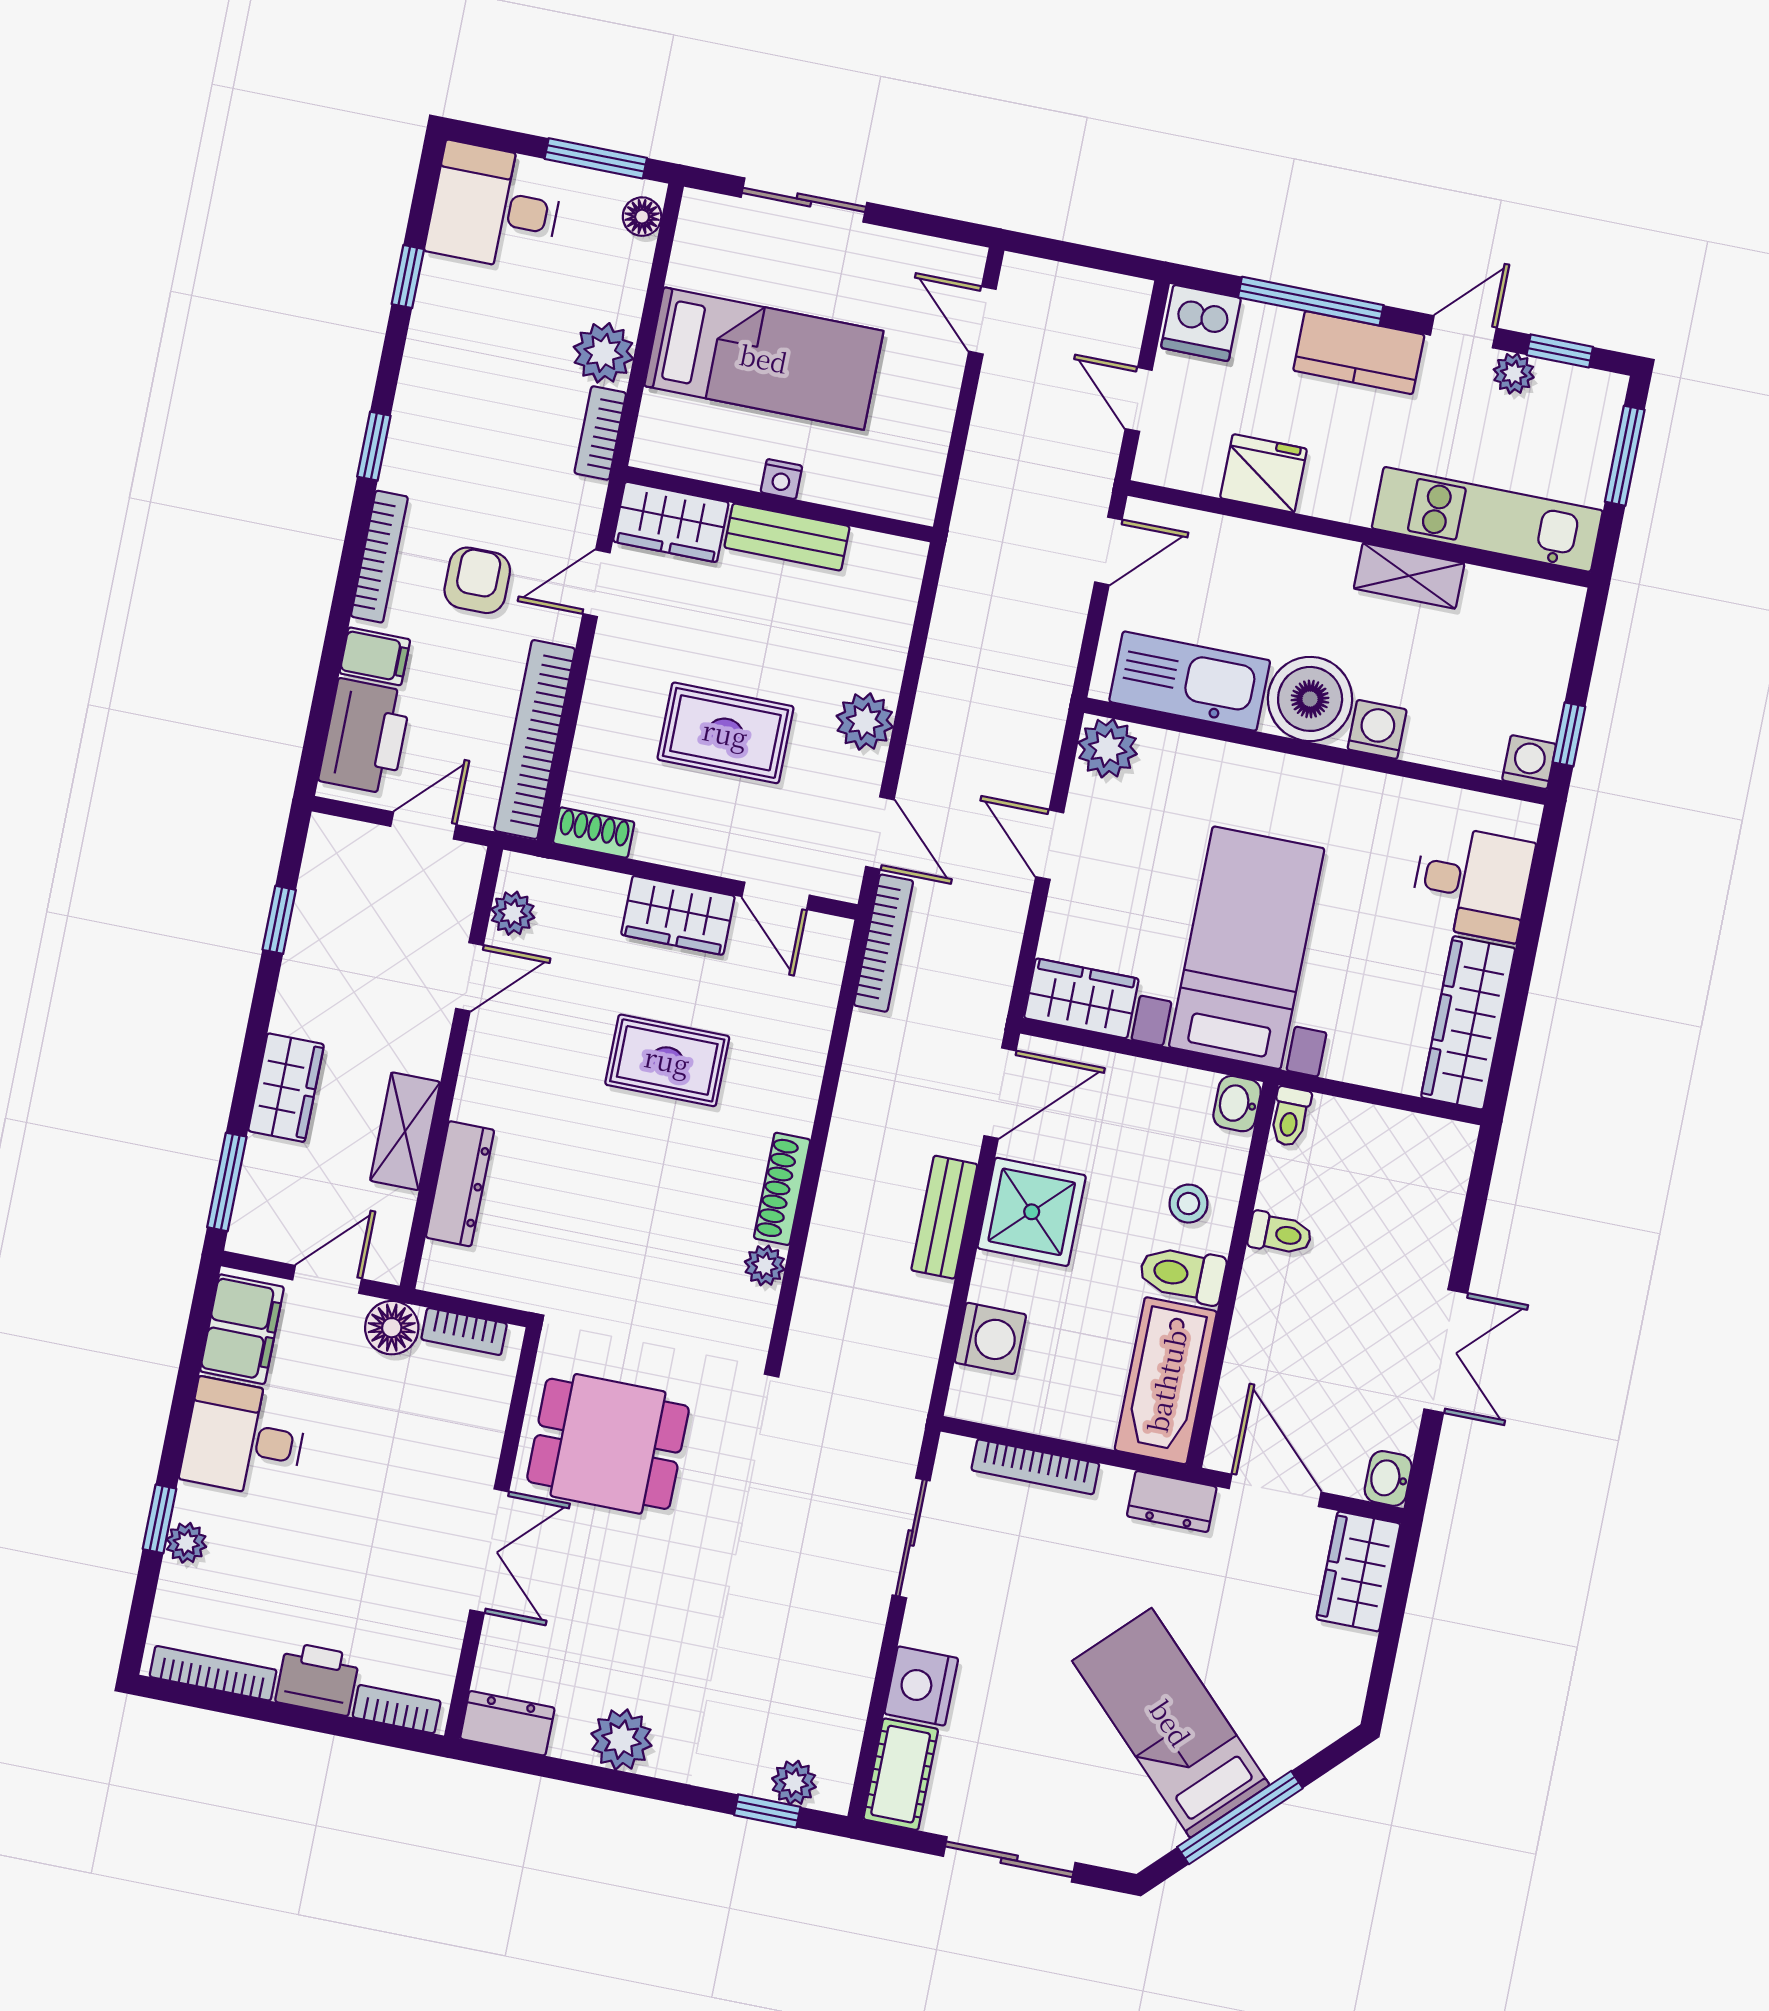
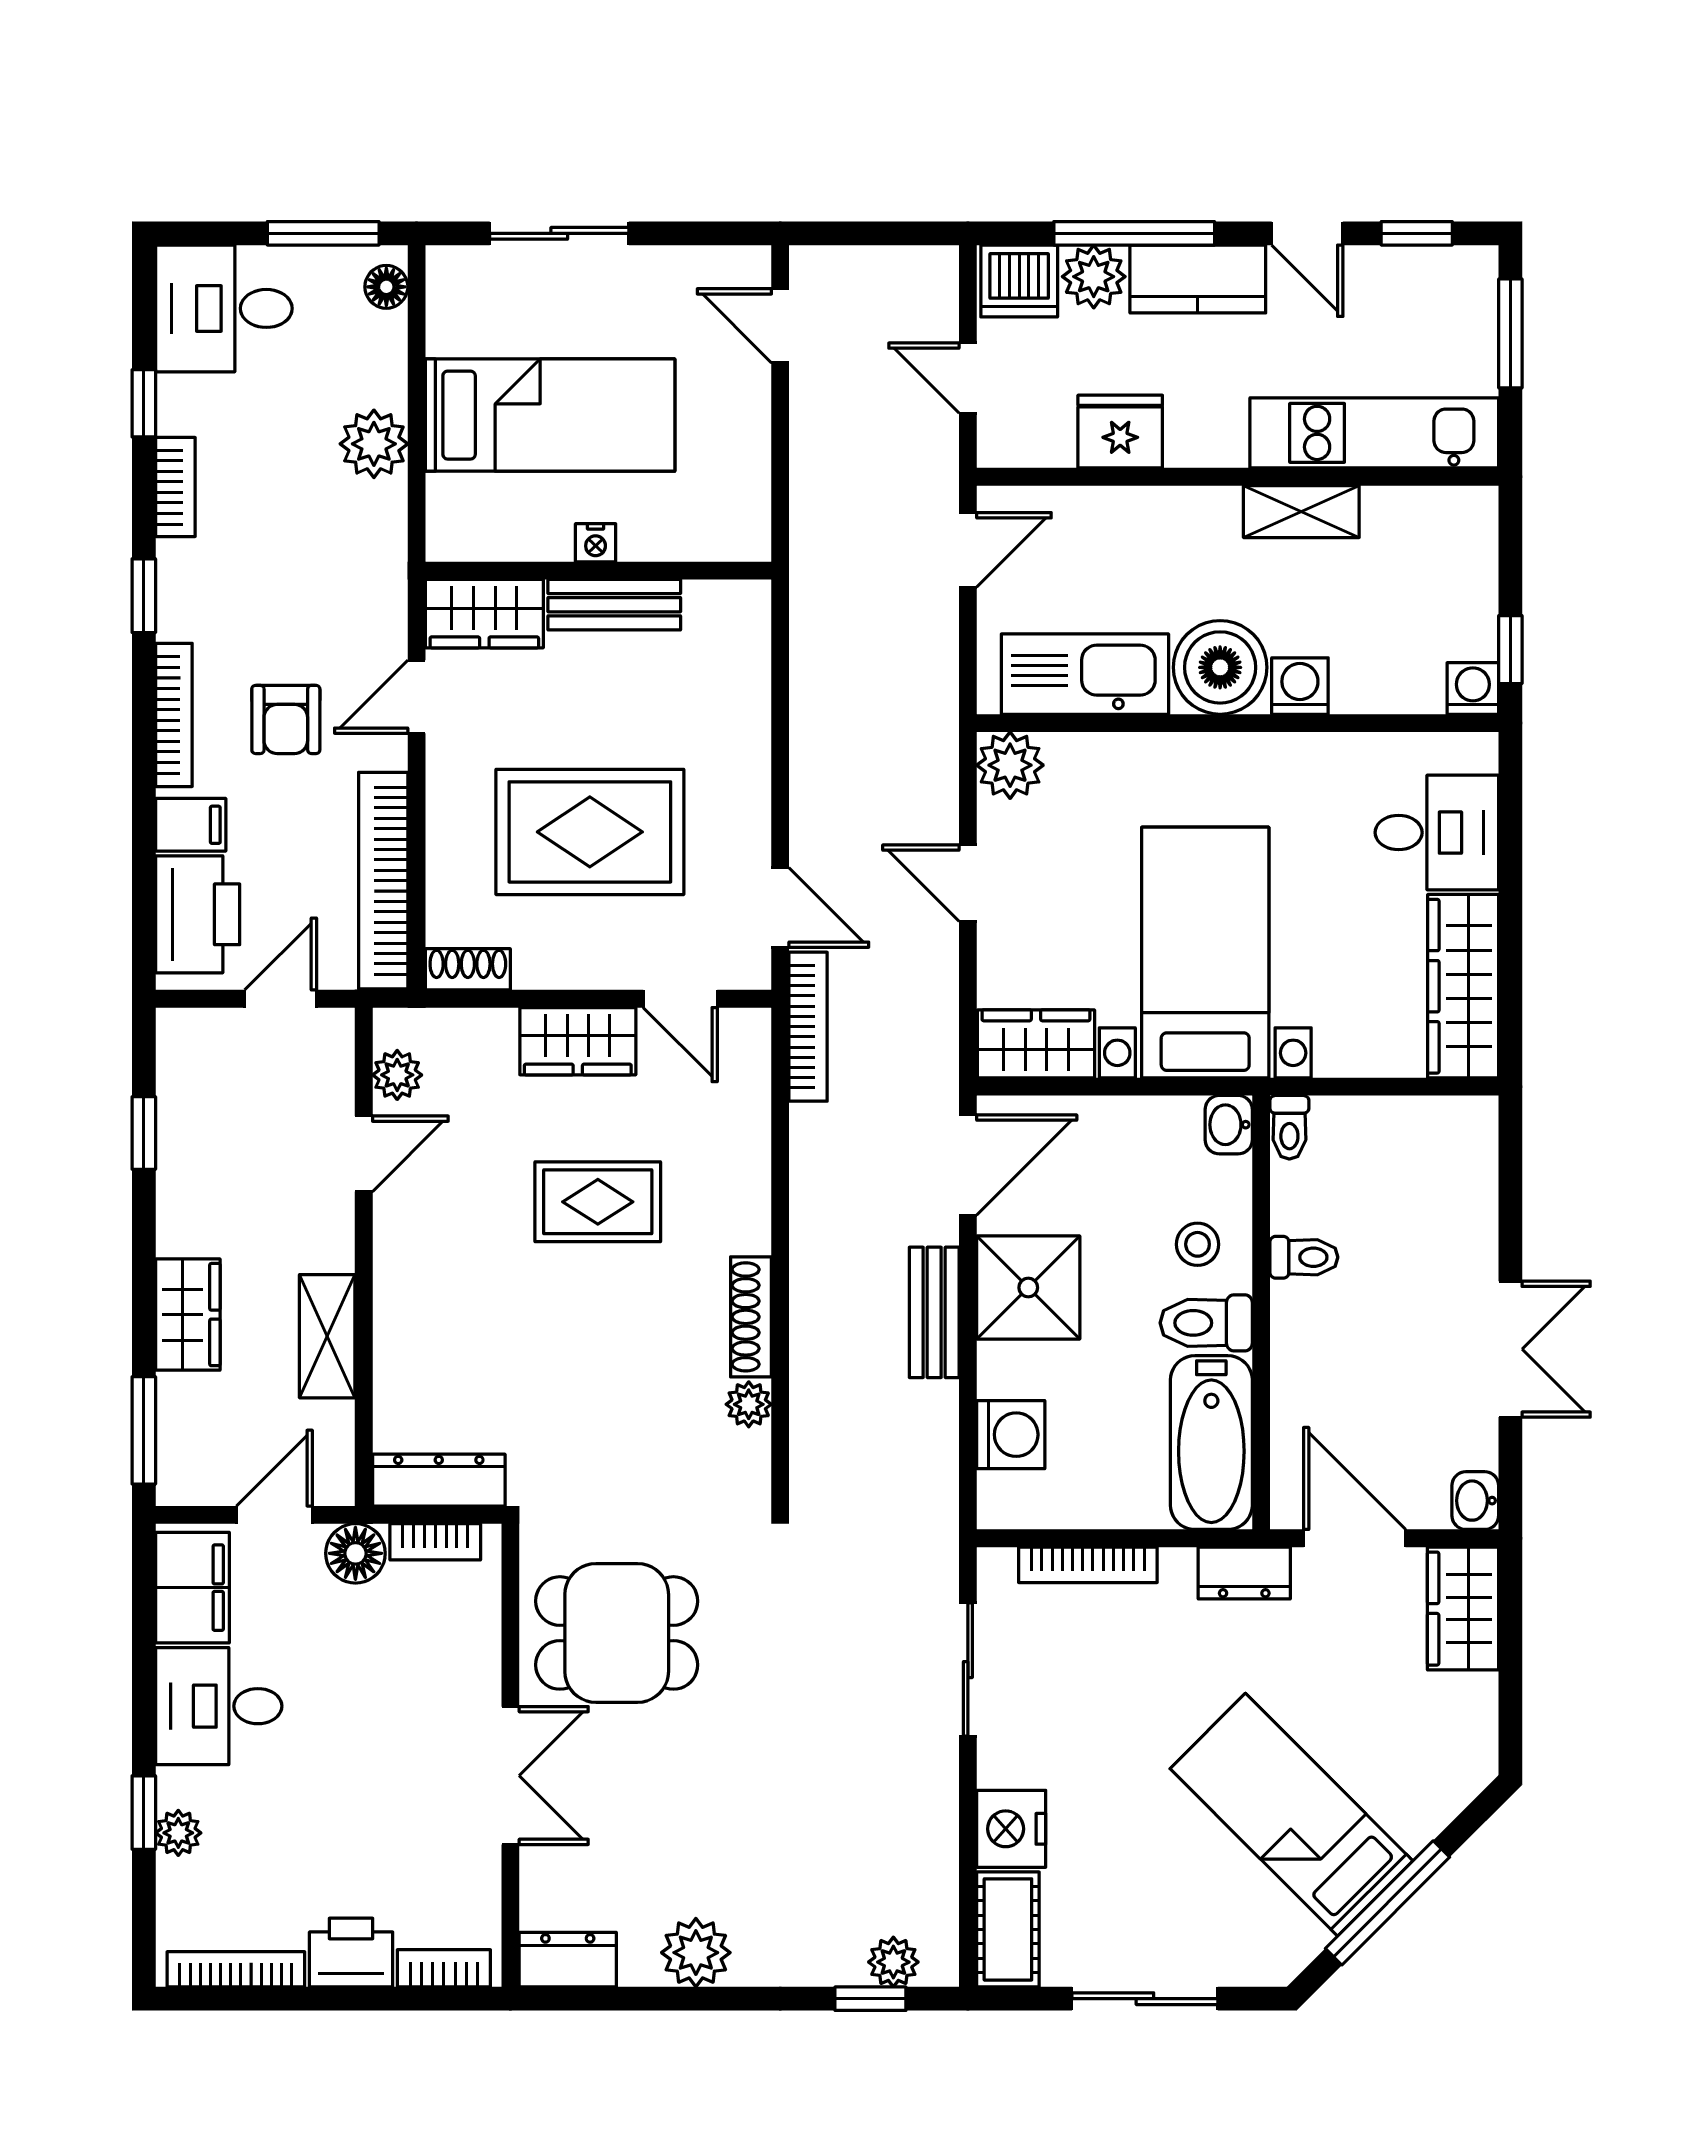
door: (1463, 332) -> (1307, 233), swing flipped
plant: (1514, 373) -> (1094, 277), moved, width x1.38, depth x1.38
bookcase: (600, 433) -> (175, 487), moved, turned 180
armchair: (477, 580) -> (286, 719), turned 180
plant: (865, 721) -> (739, 789), removed
rug: (725, 733) -> (590, 832), width x1.36, depth x1.43
dresser: (460, 1184) -> (439, 1480), moved, turned -90

